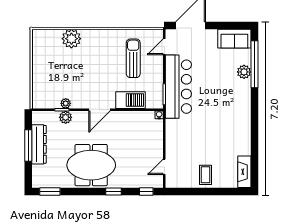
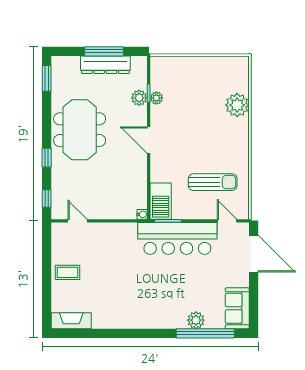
barbecue: (130, 100) -> (161, 201), moved

